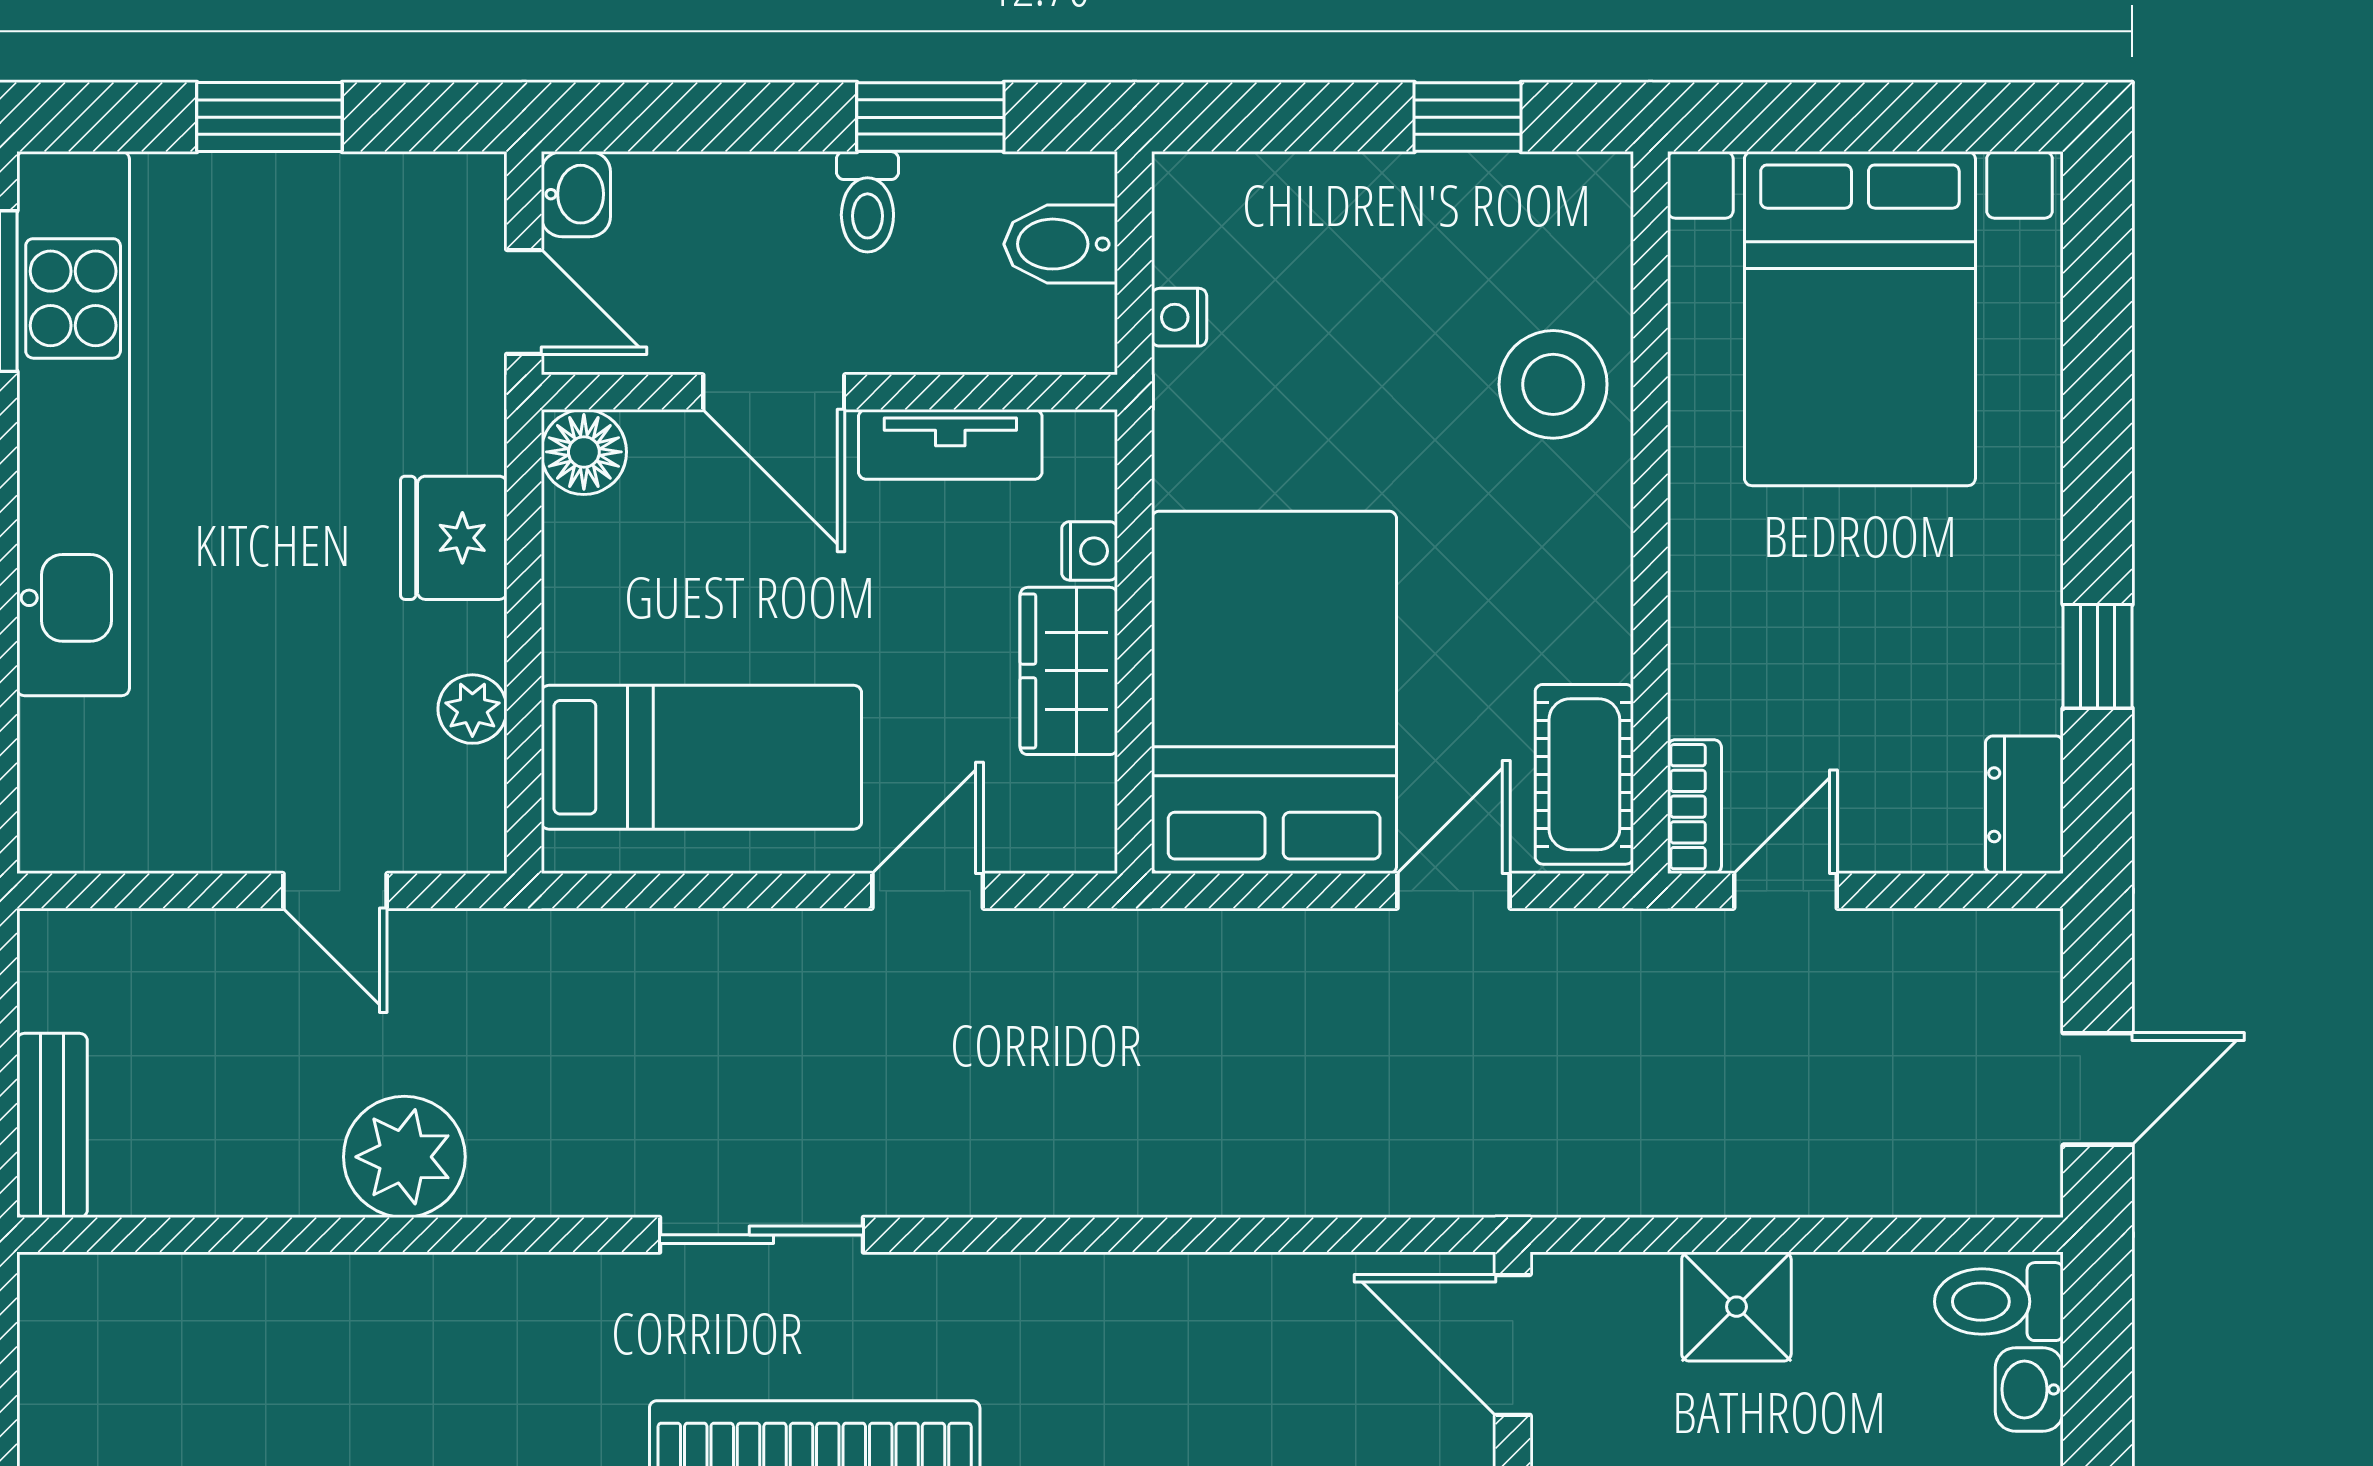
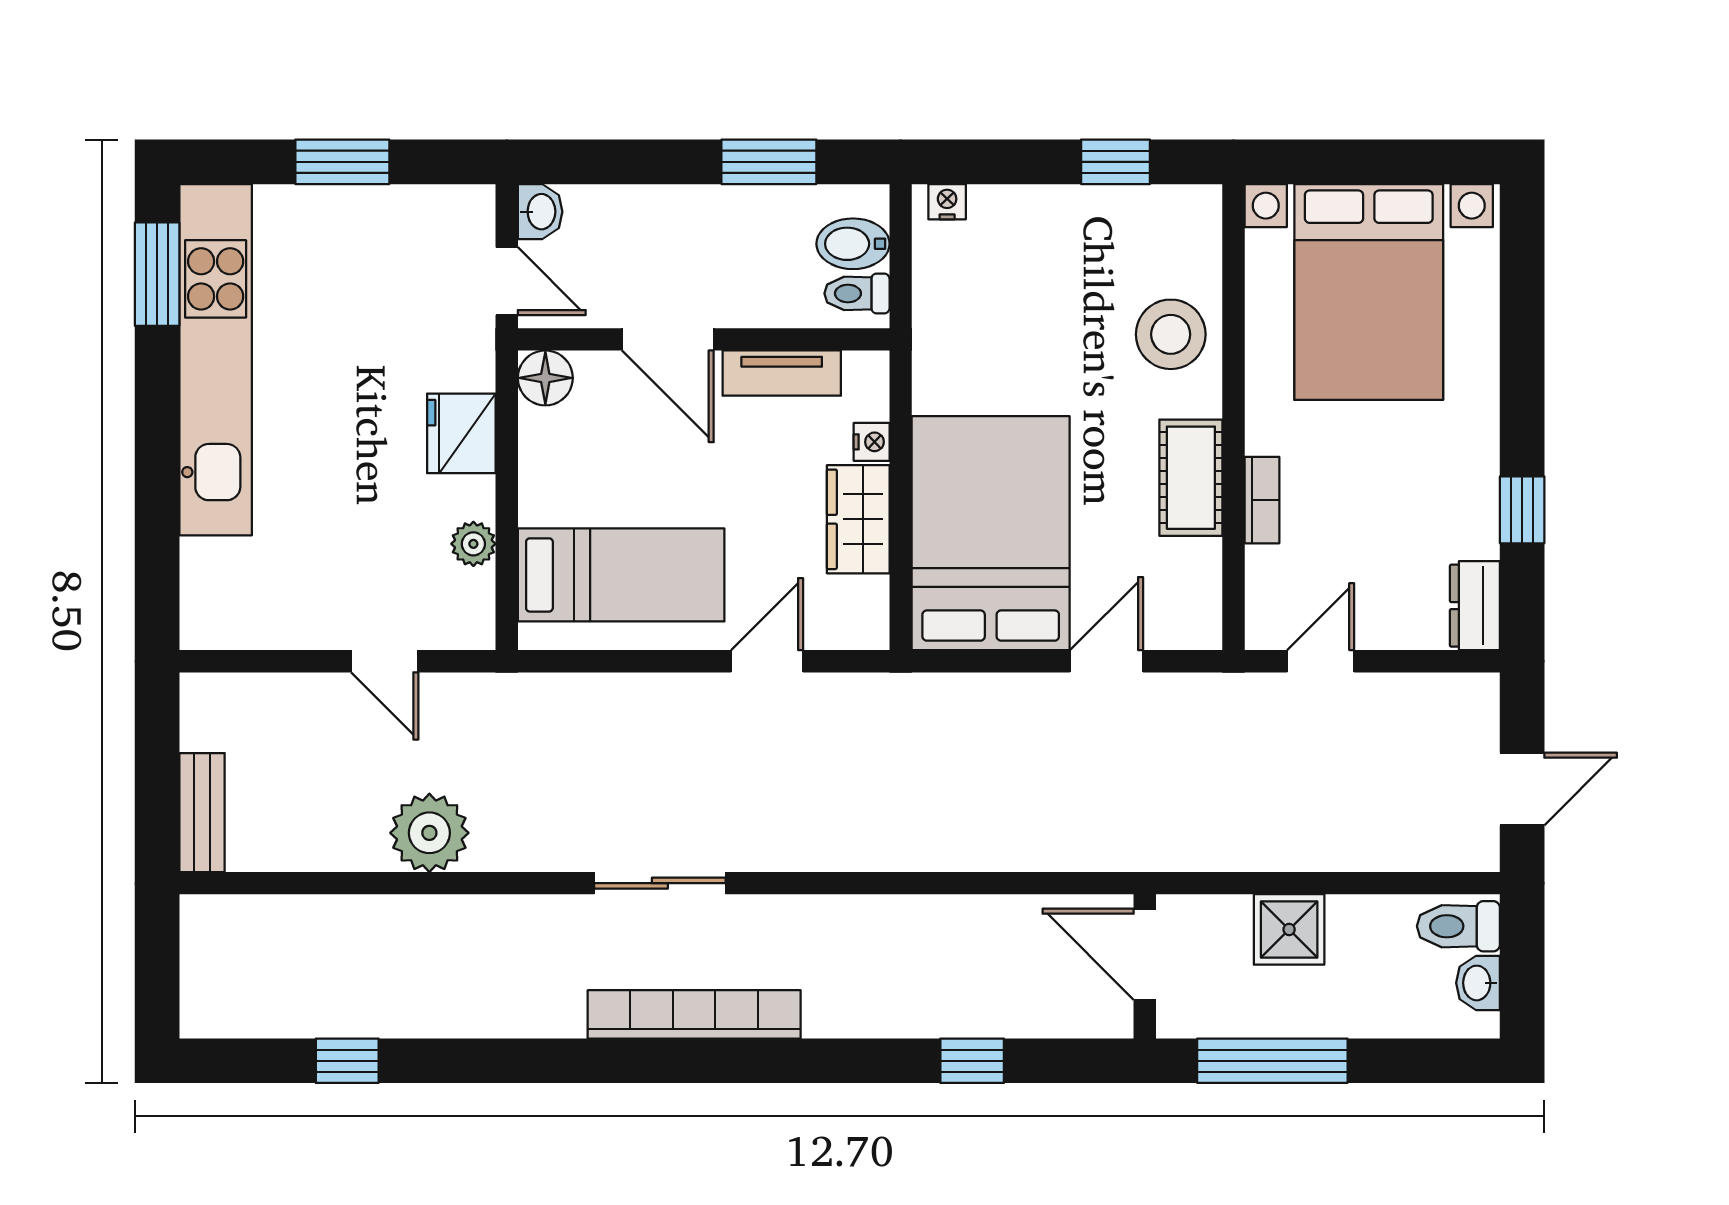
toilet: (867, 202) -> (857, 293), moved, turned 90
nightstand: (1179, 317) -> (947, 202), moved, turned 90
cot: (1584, 774) -> (1191, 478), moved
bookcase: (1694, 807) -> (1262, 500), moved

